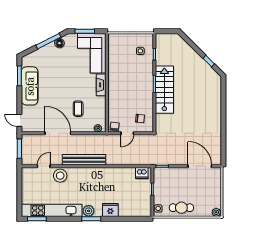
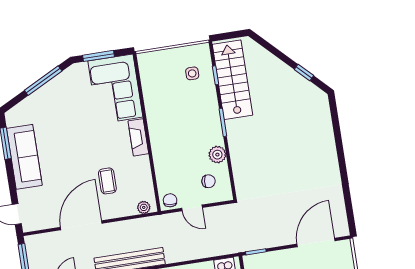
floor lamp: (59, 43) -> (61, 81), removed
stairs: (164, 90) -> (232, 80), moved
plant: (148, 103) -> (217, 155), added
door: (58, 133) -> (81, 225), hinge flipped
door: (127, 133) -> (192, 208), hinge flipped
door: (200, 166) -> (316, 242), hinge flipped

